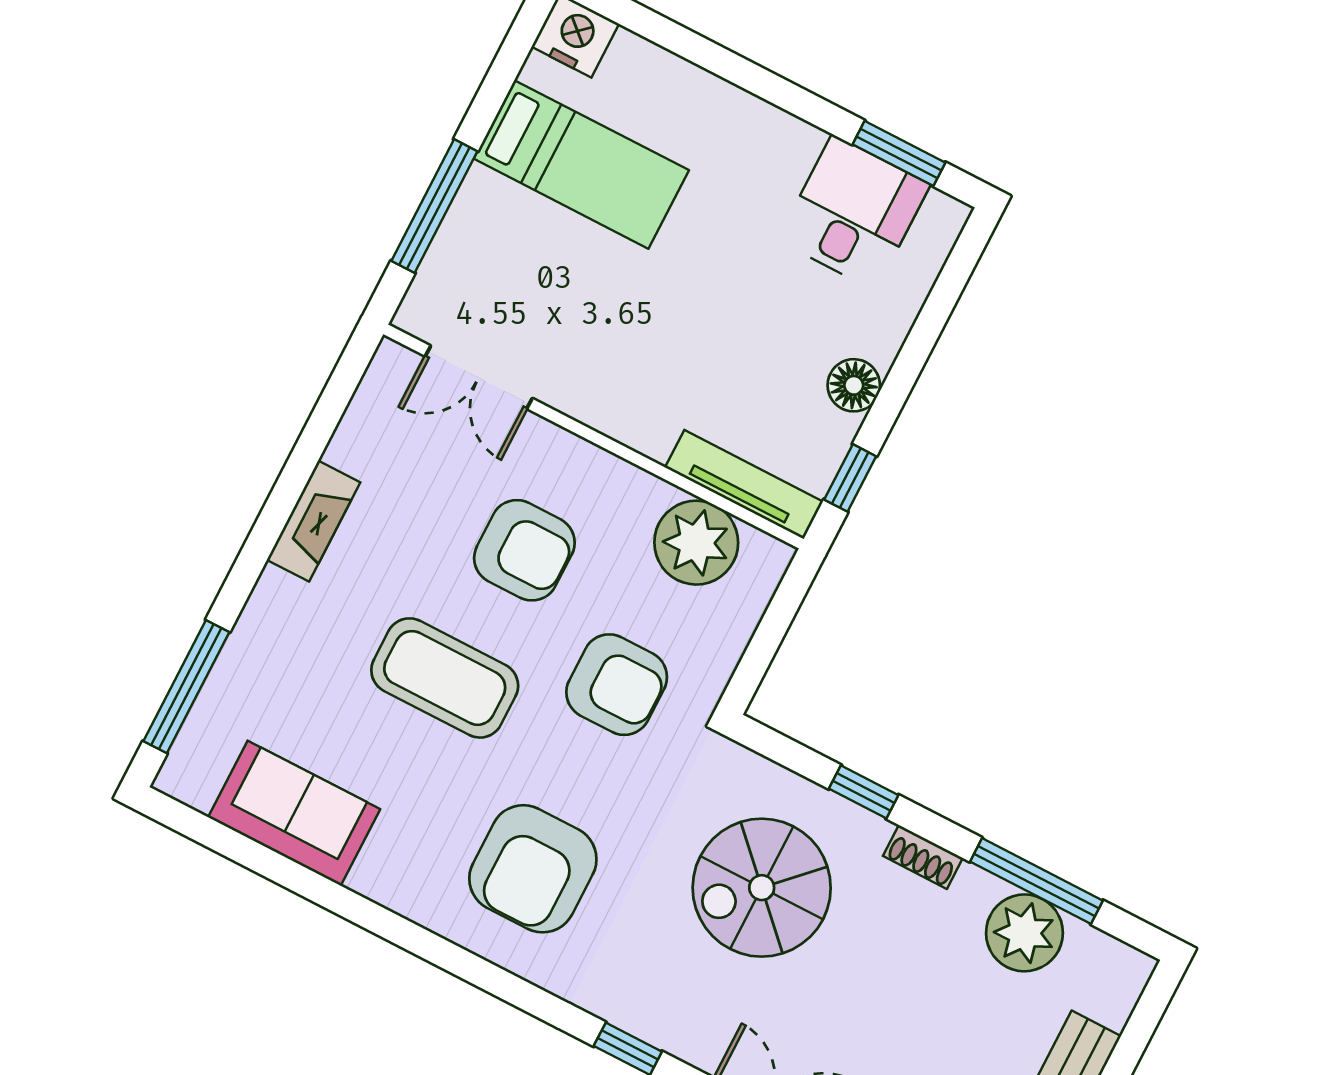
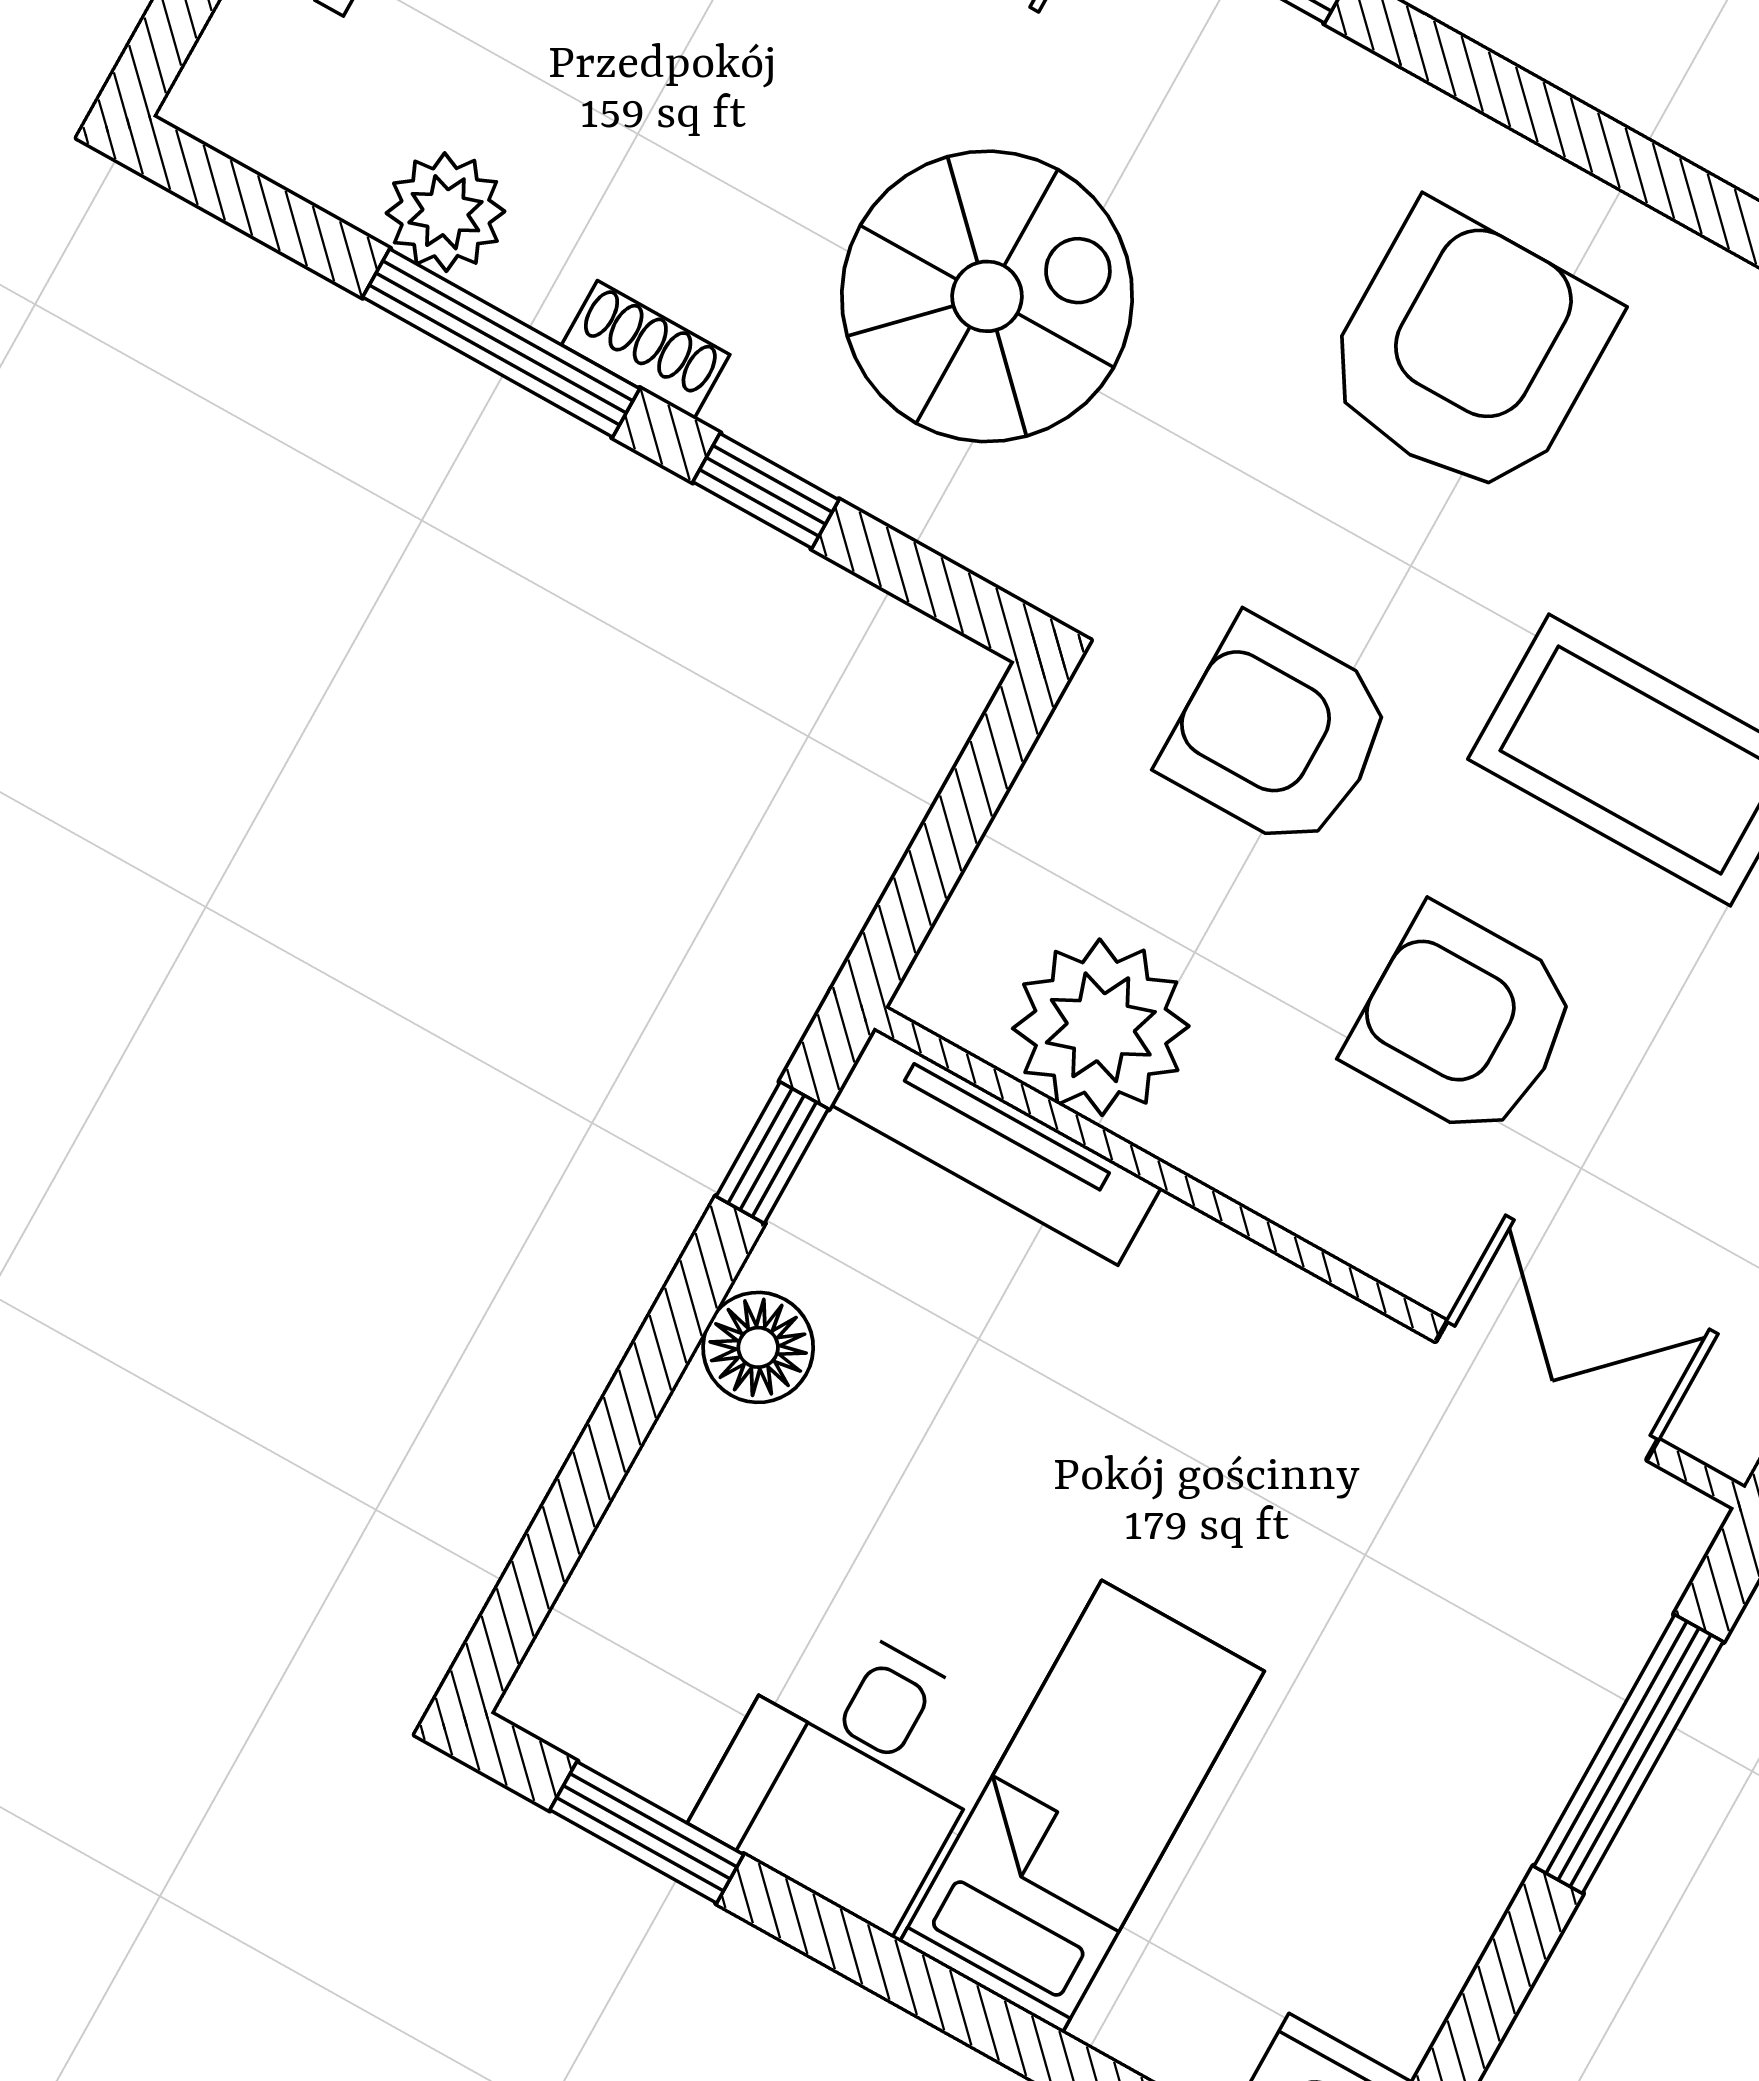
bed: (581, 164) -> (1082, 1807), moved, turned 90
desk: (854, 213) -> (851, 1770), moved
window: (1036, 881) -> (501, 343), moved
plant: (1024, 933) -> (445, 212), width x0.73, depth x0.73

